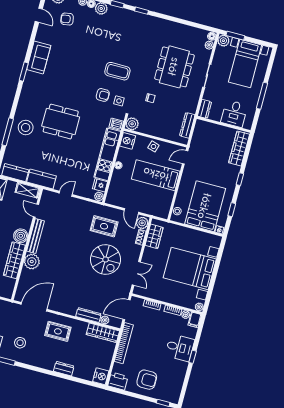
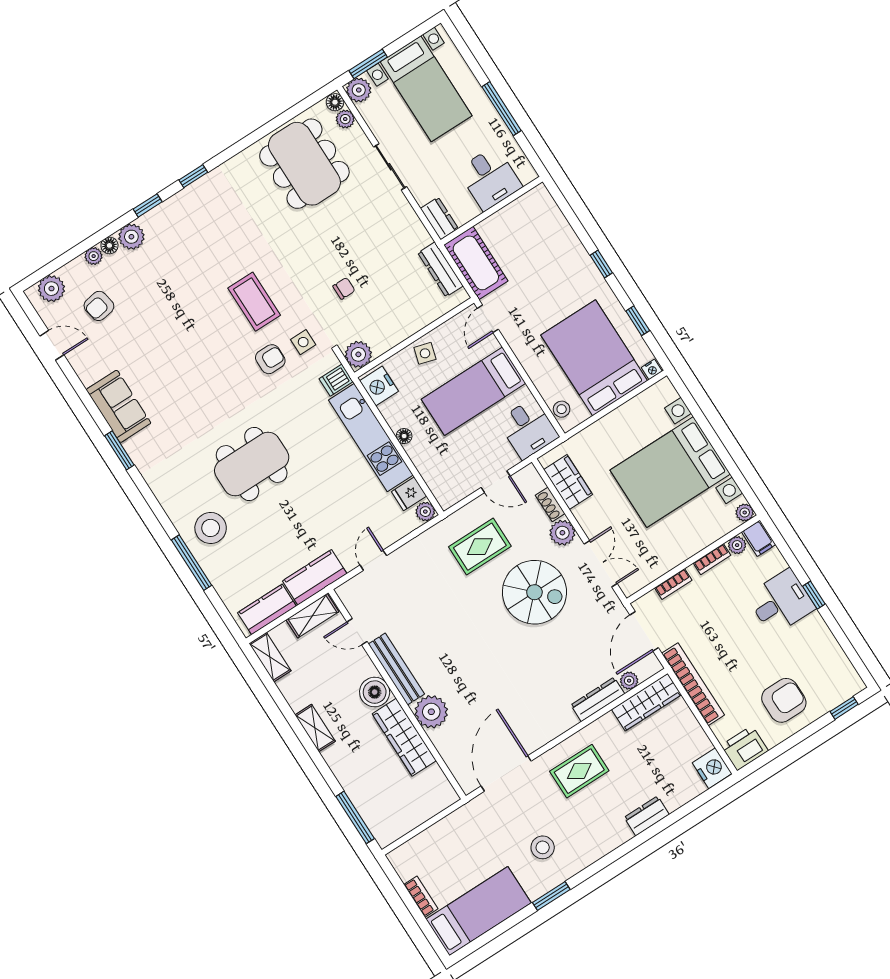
dining table: (174, 67) -> (304, 164), moved
coffee table: (117, 71) -> (254, 302), turned 90
cot: (201, 136) -> (476, 263), added
wardrobe: (239, 148) -> (552, 221), removed
desk: (160, 206) -> (528, 429), added
plant: (142, 223) -> (562, 533), moved

